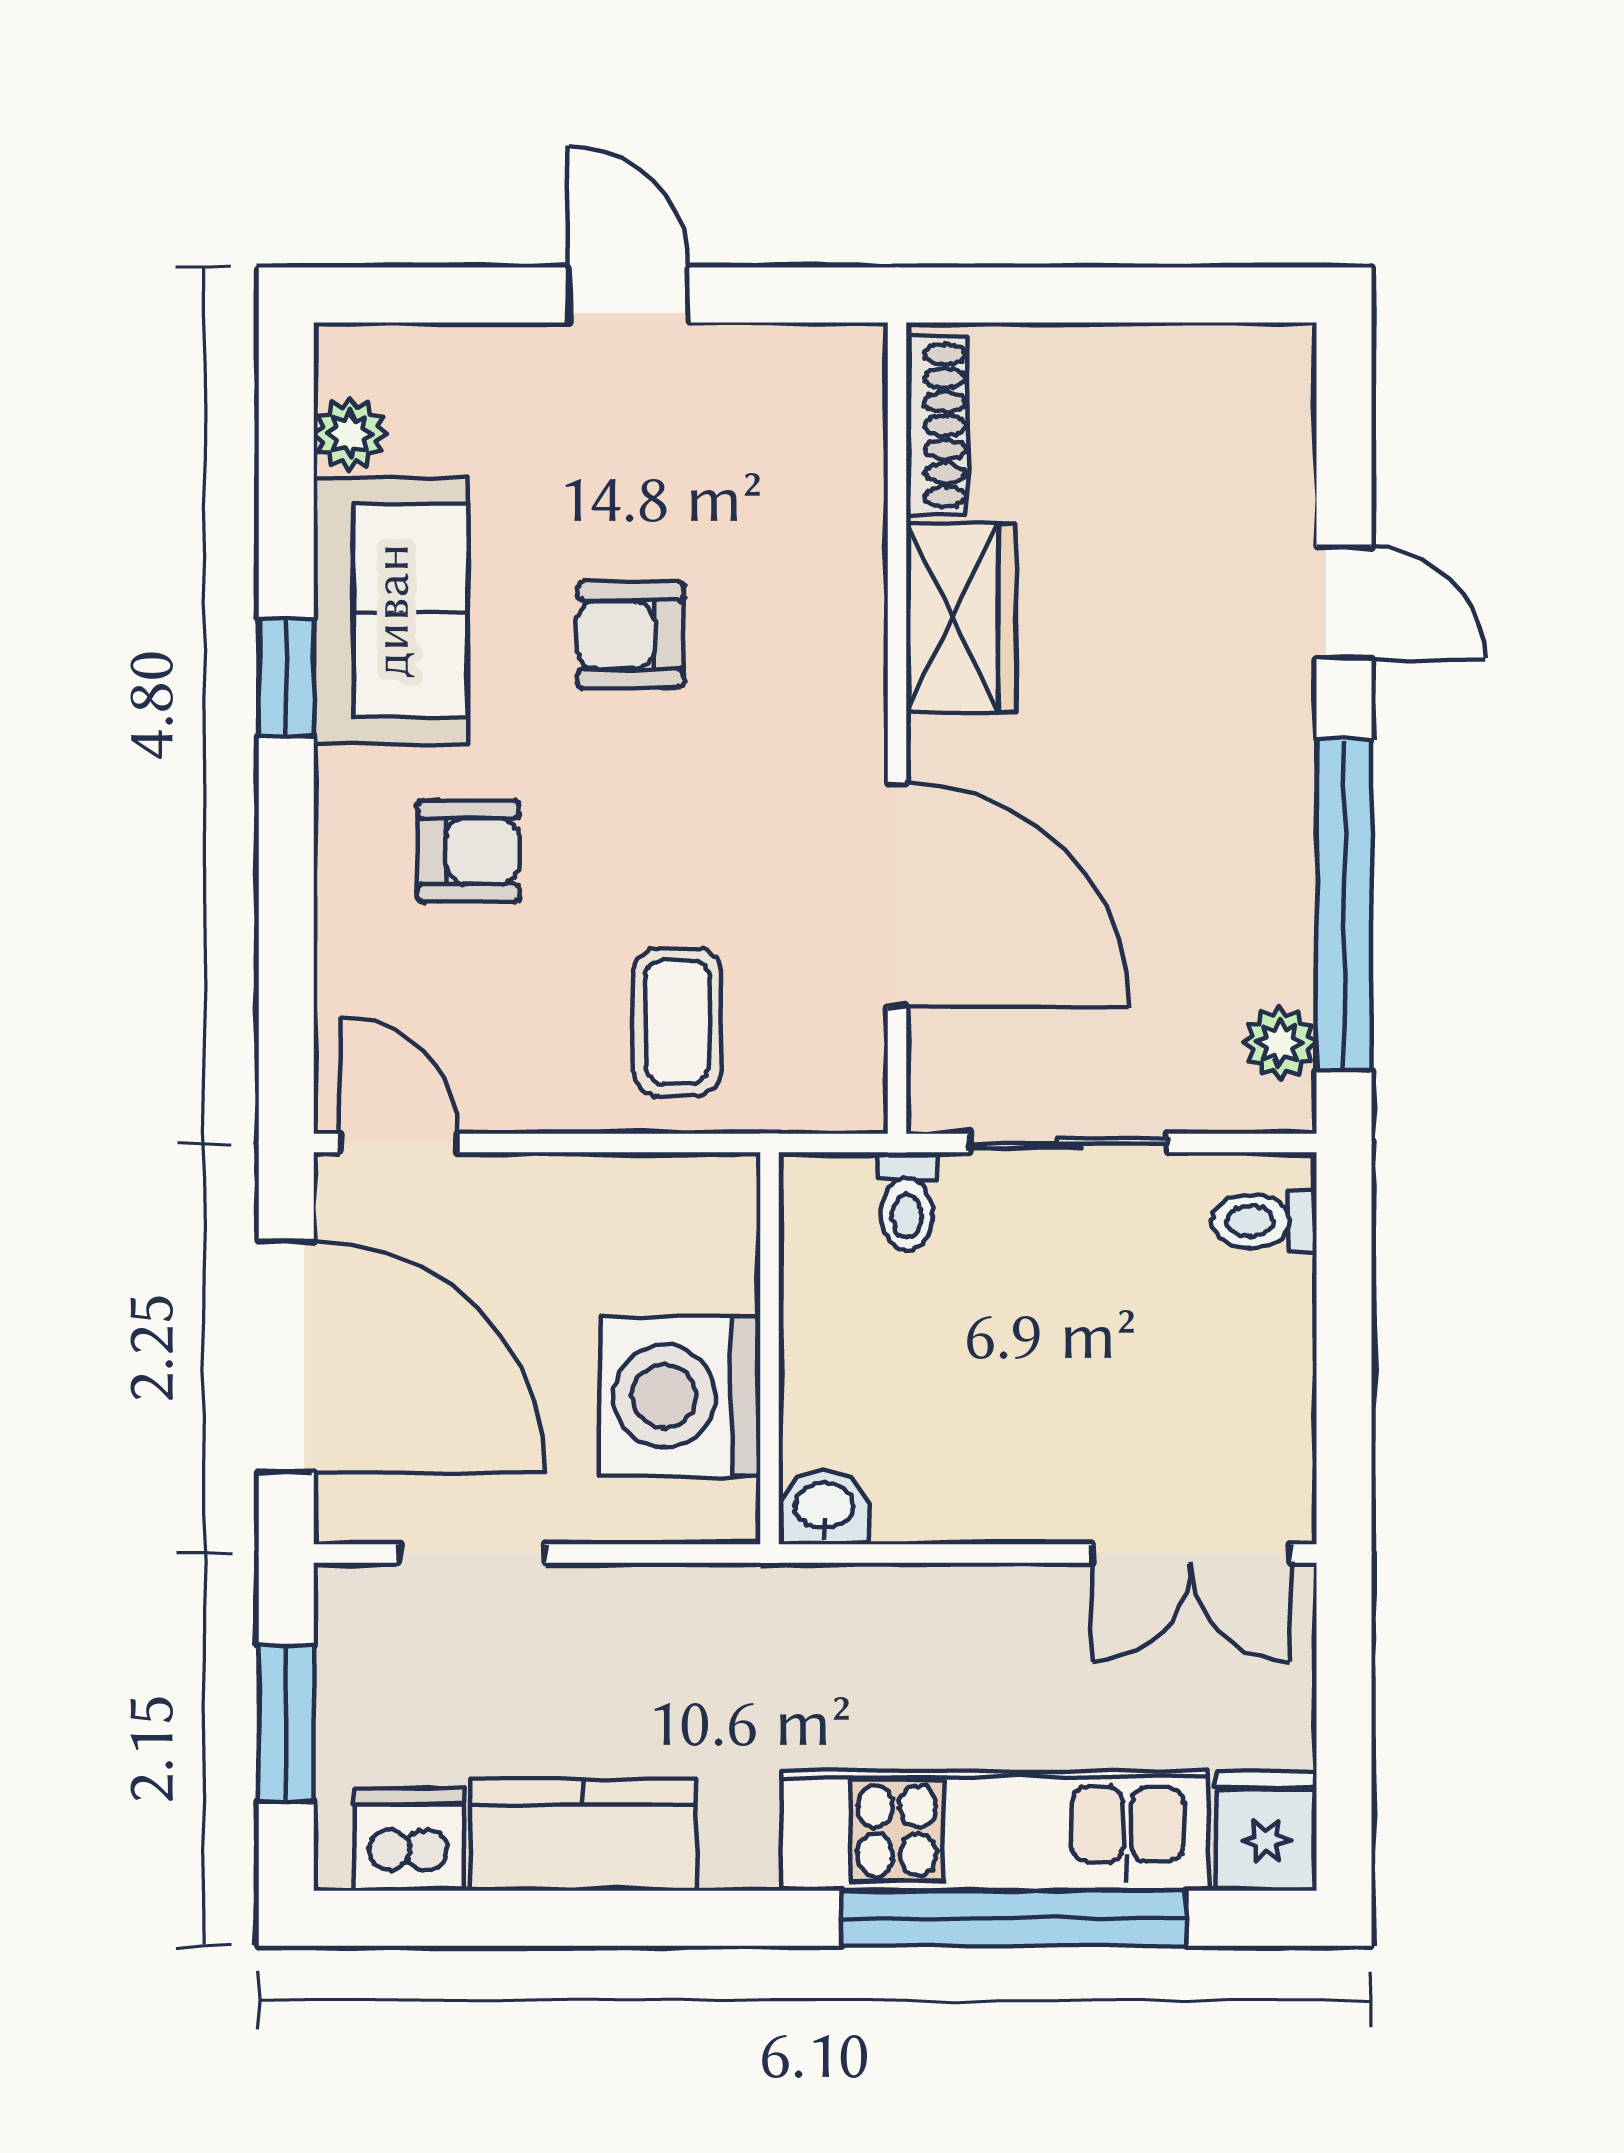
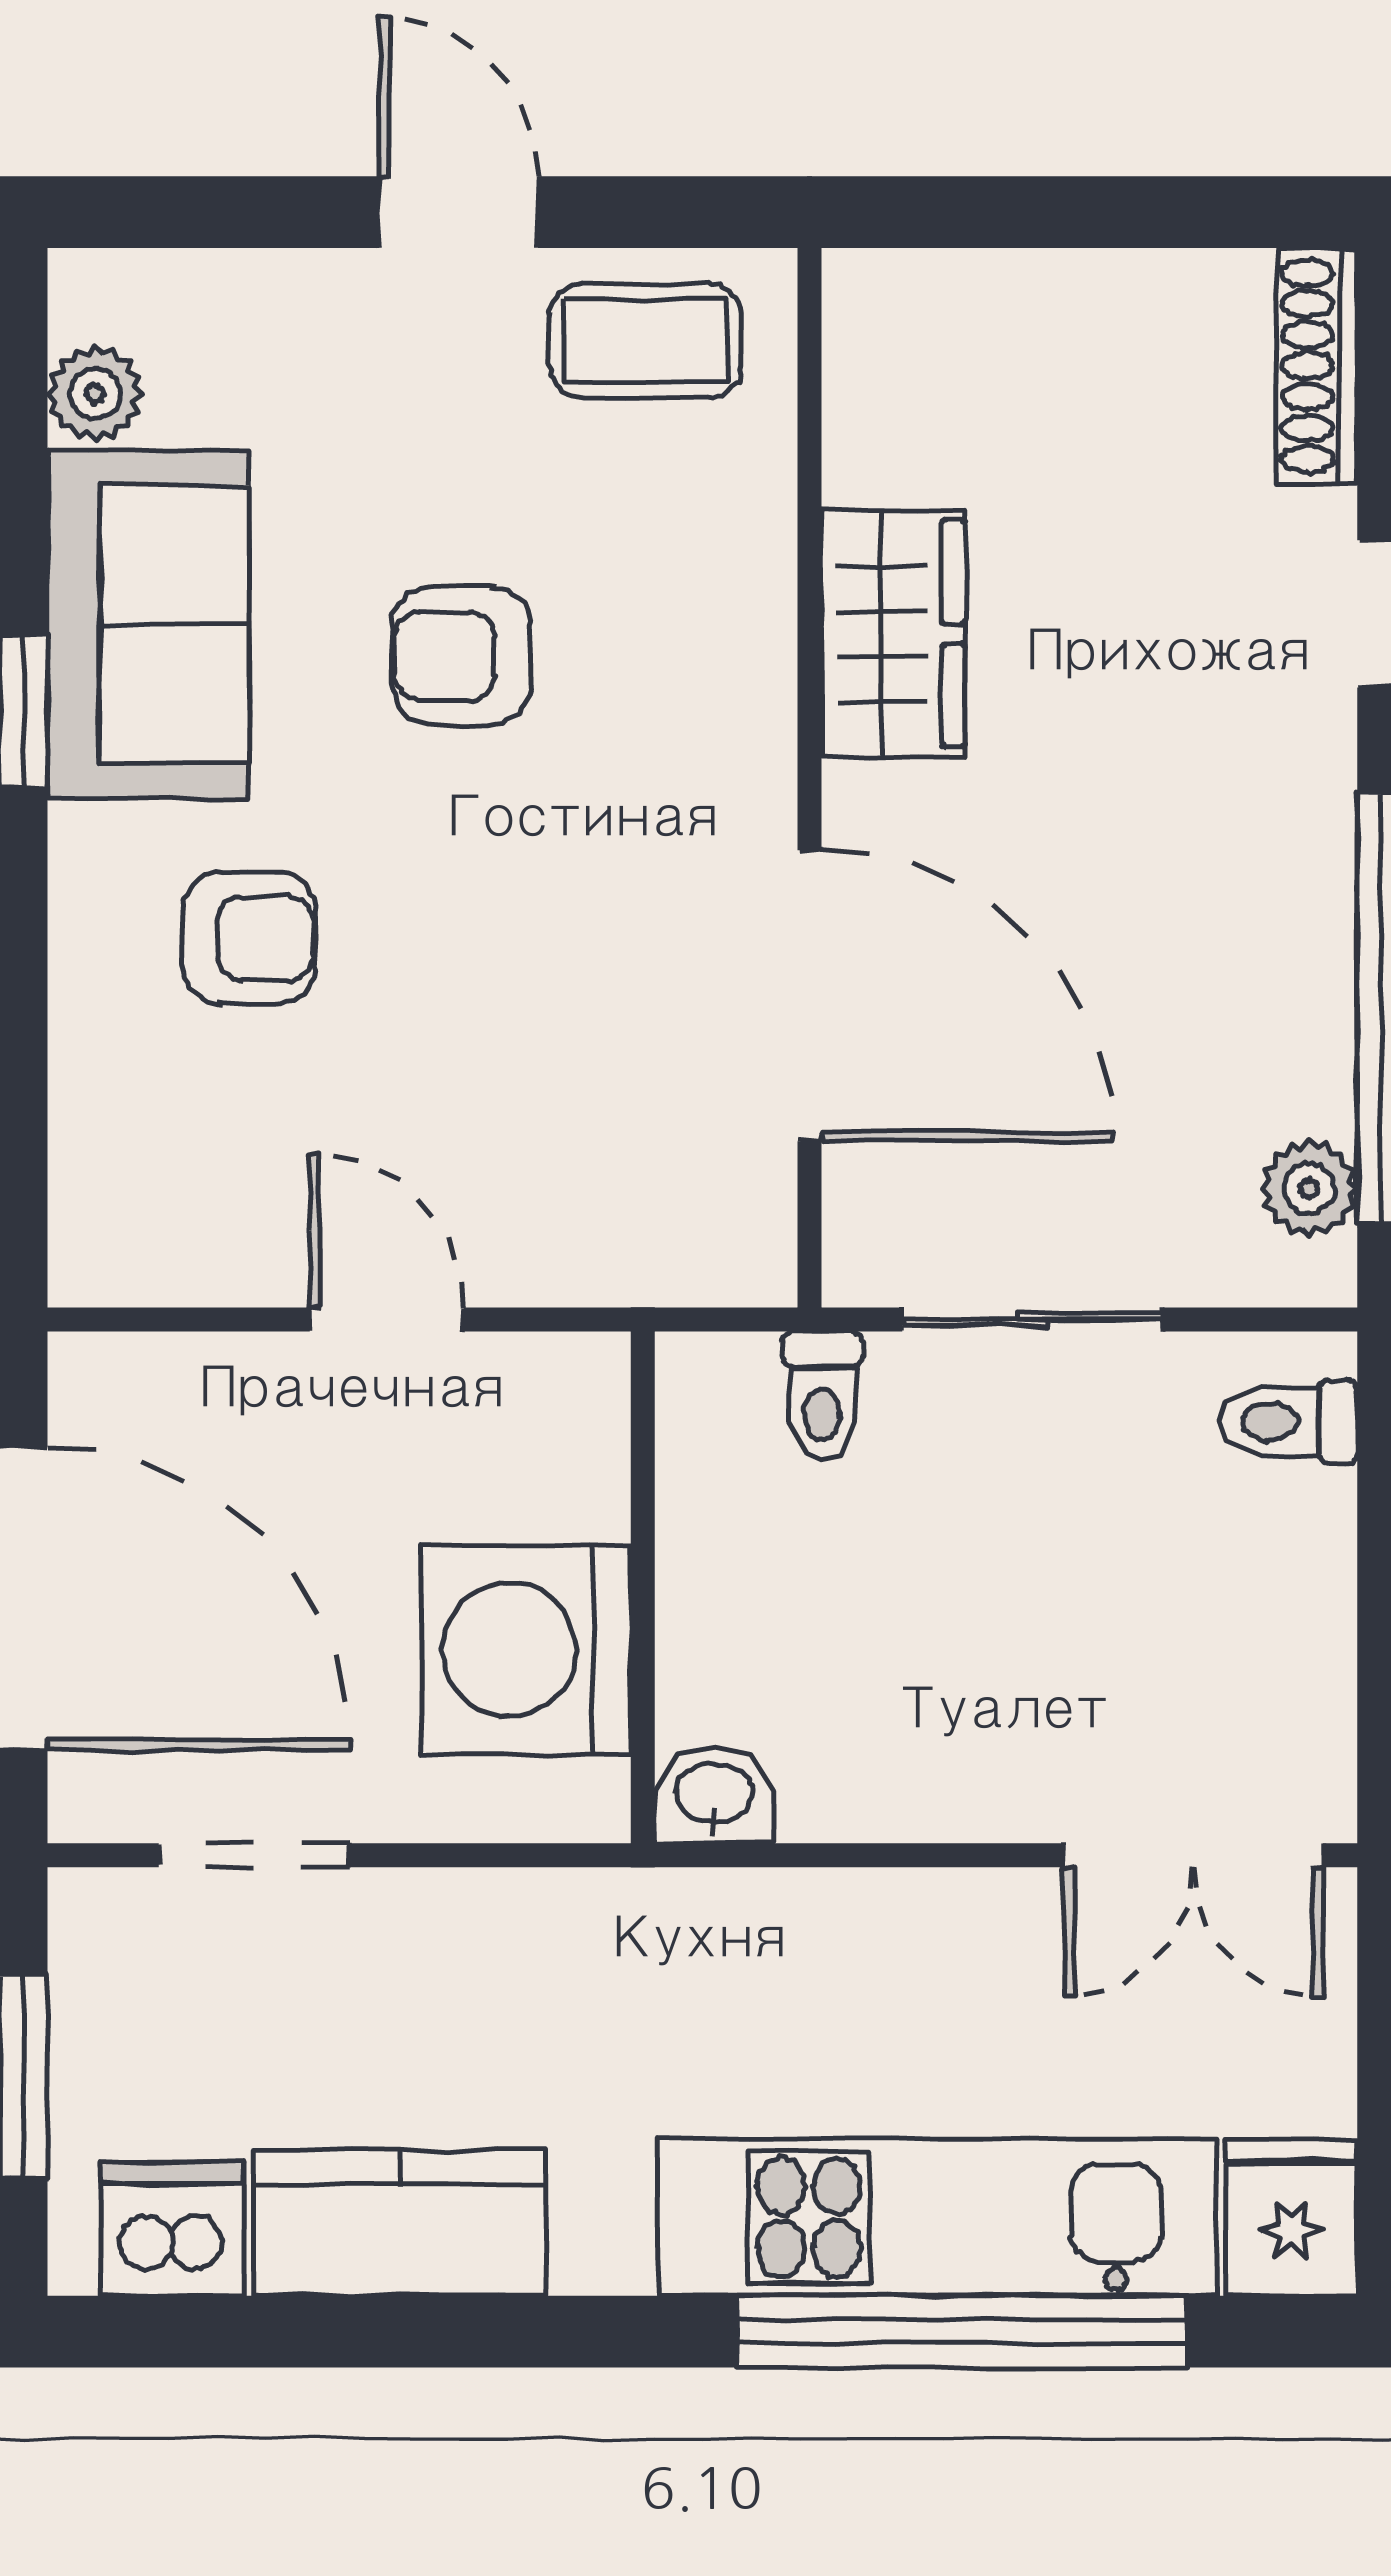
shoe rack: (937, 426) -> (1317, 366), moved, turned 180
coffee table: (677, 1022) -> (645, 341), moved, turned 90
door: (399, 1143) -> (387, 1319), moved

